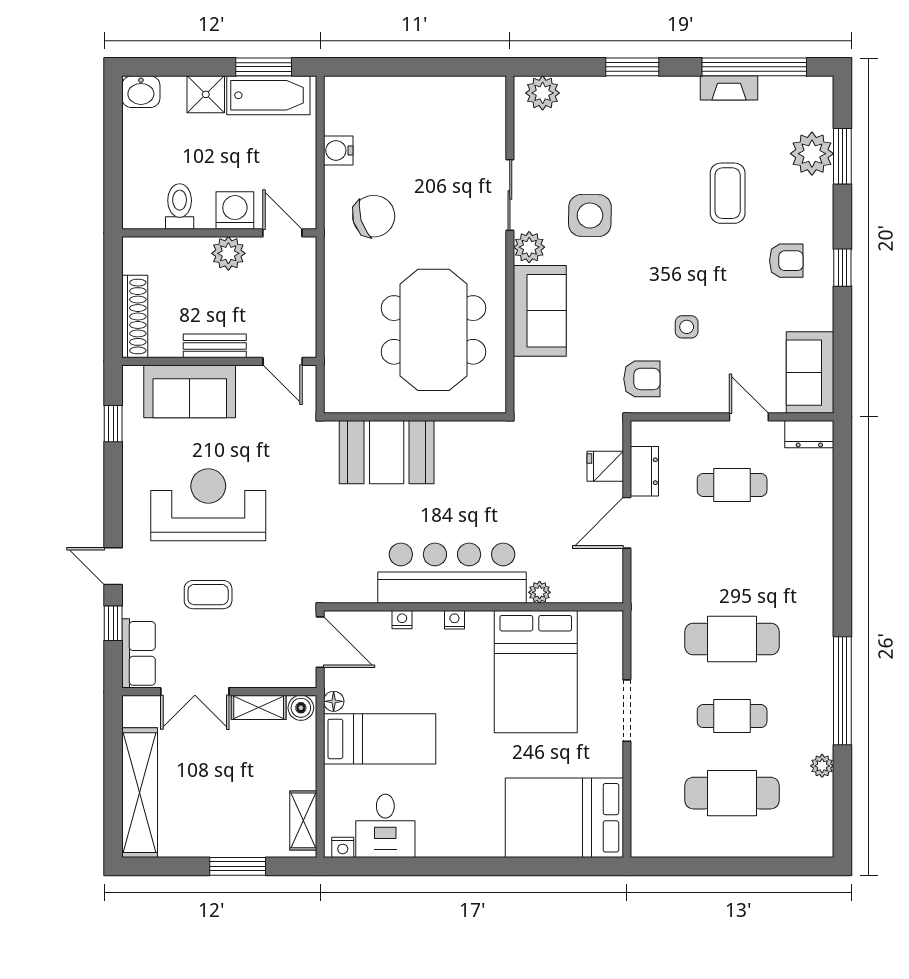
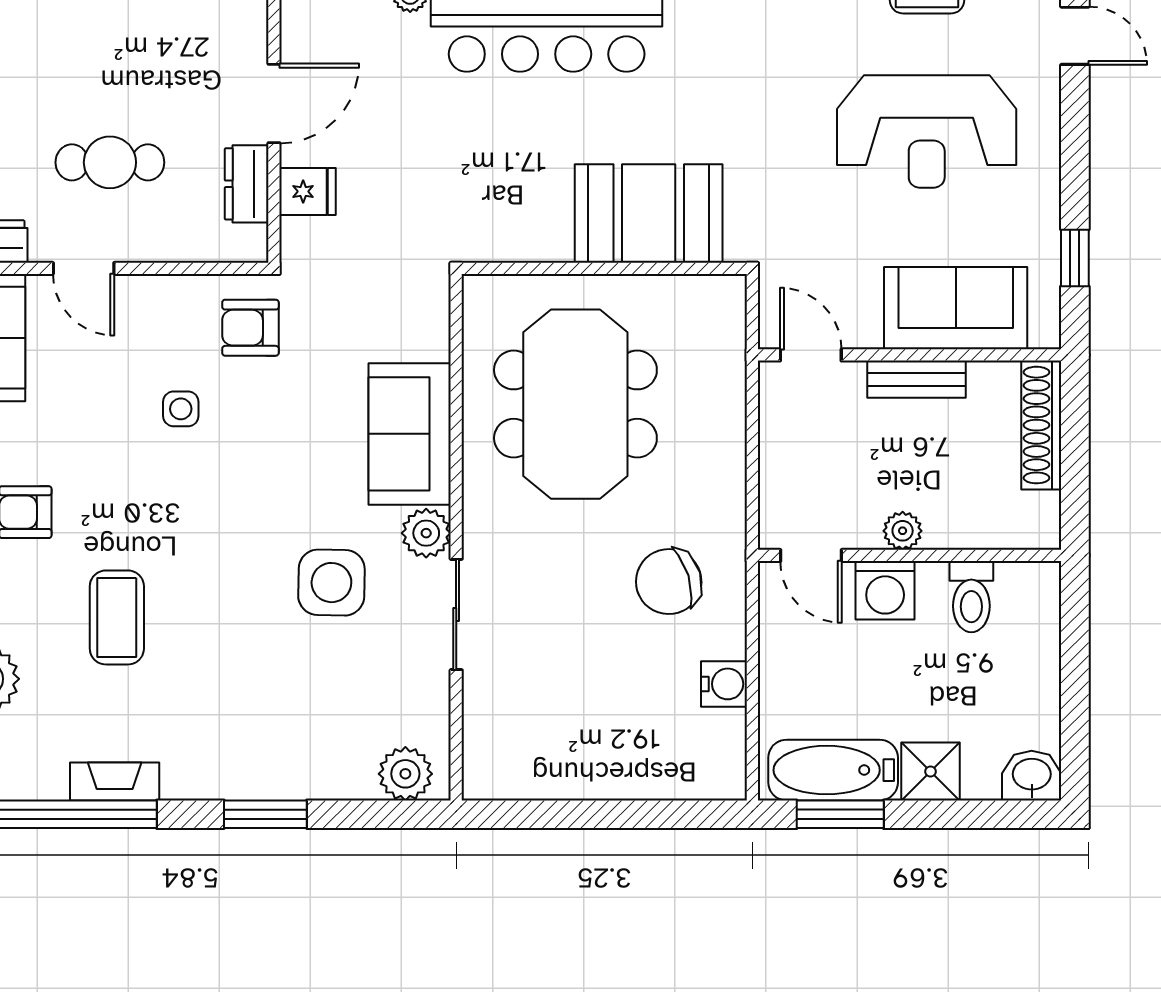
plant: (228, 253) -> (903, 531), width x0.73, depth x0.73

